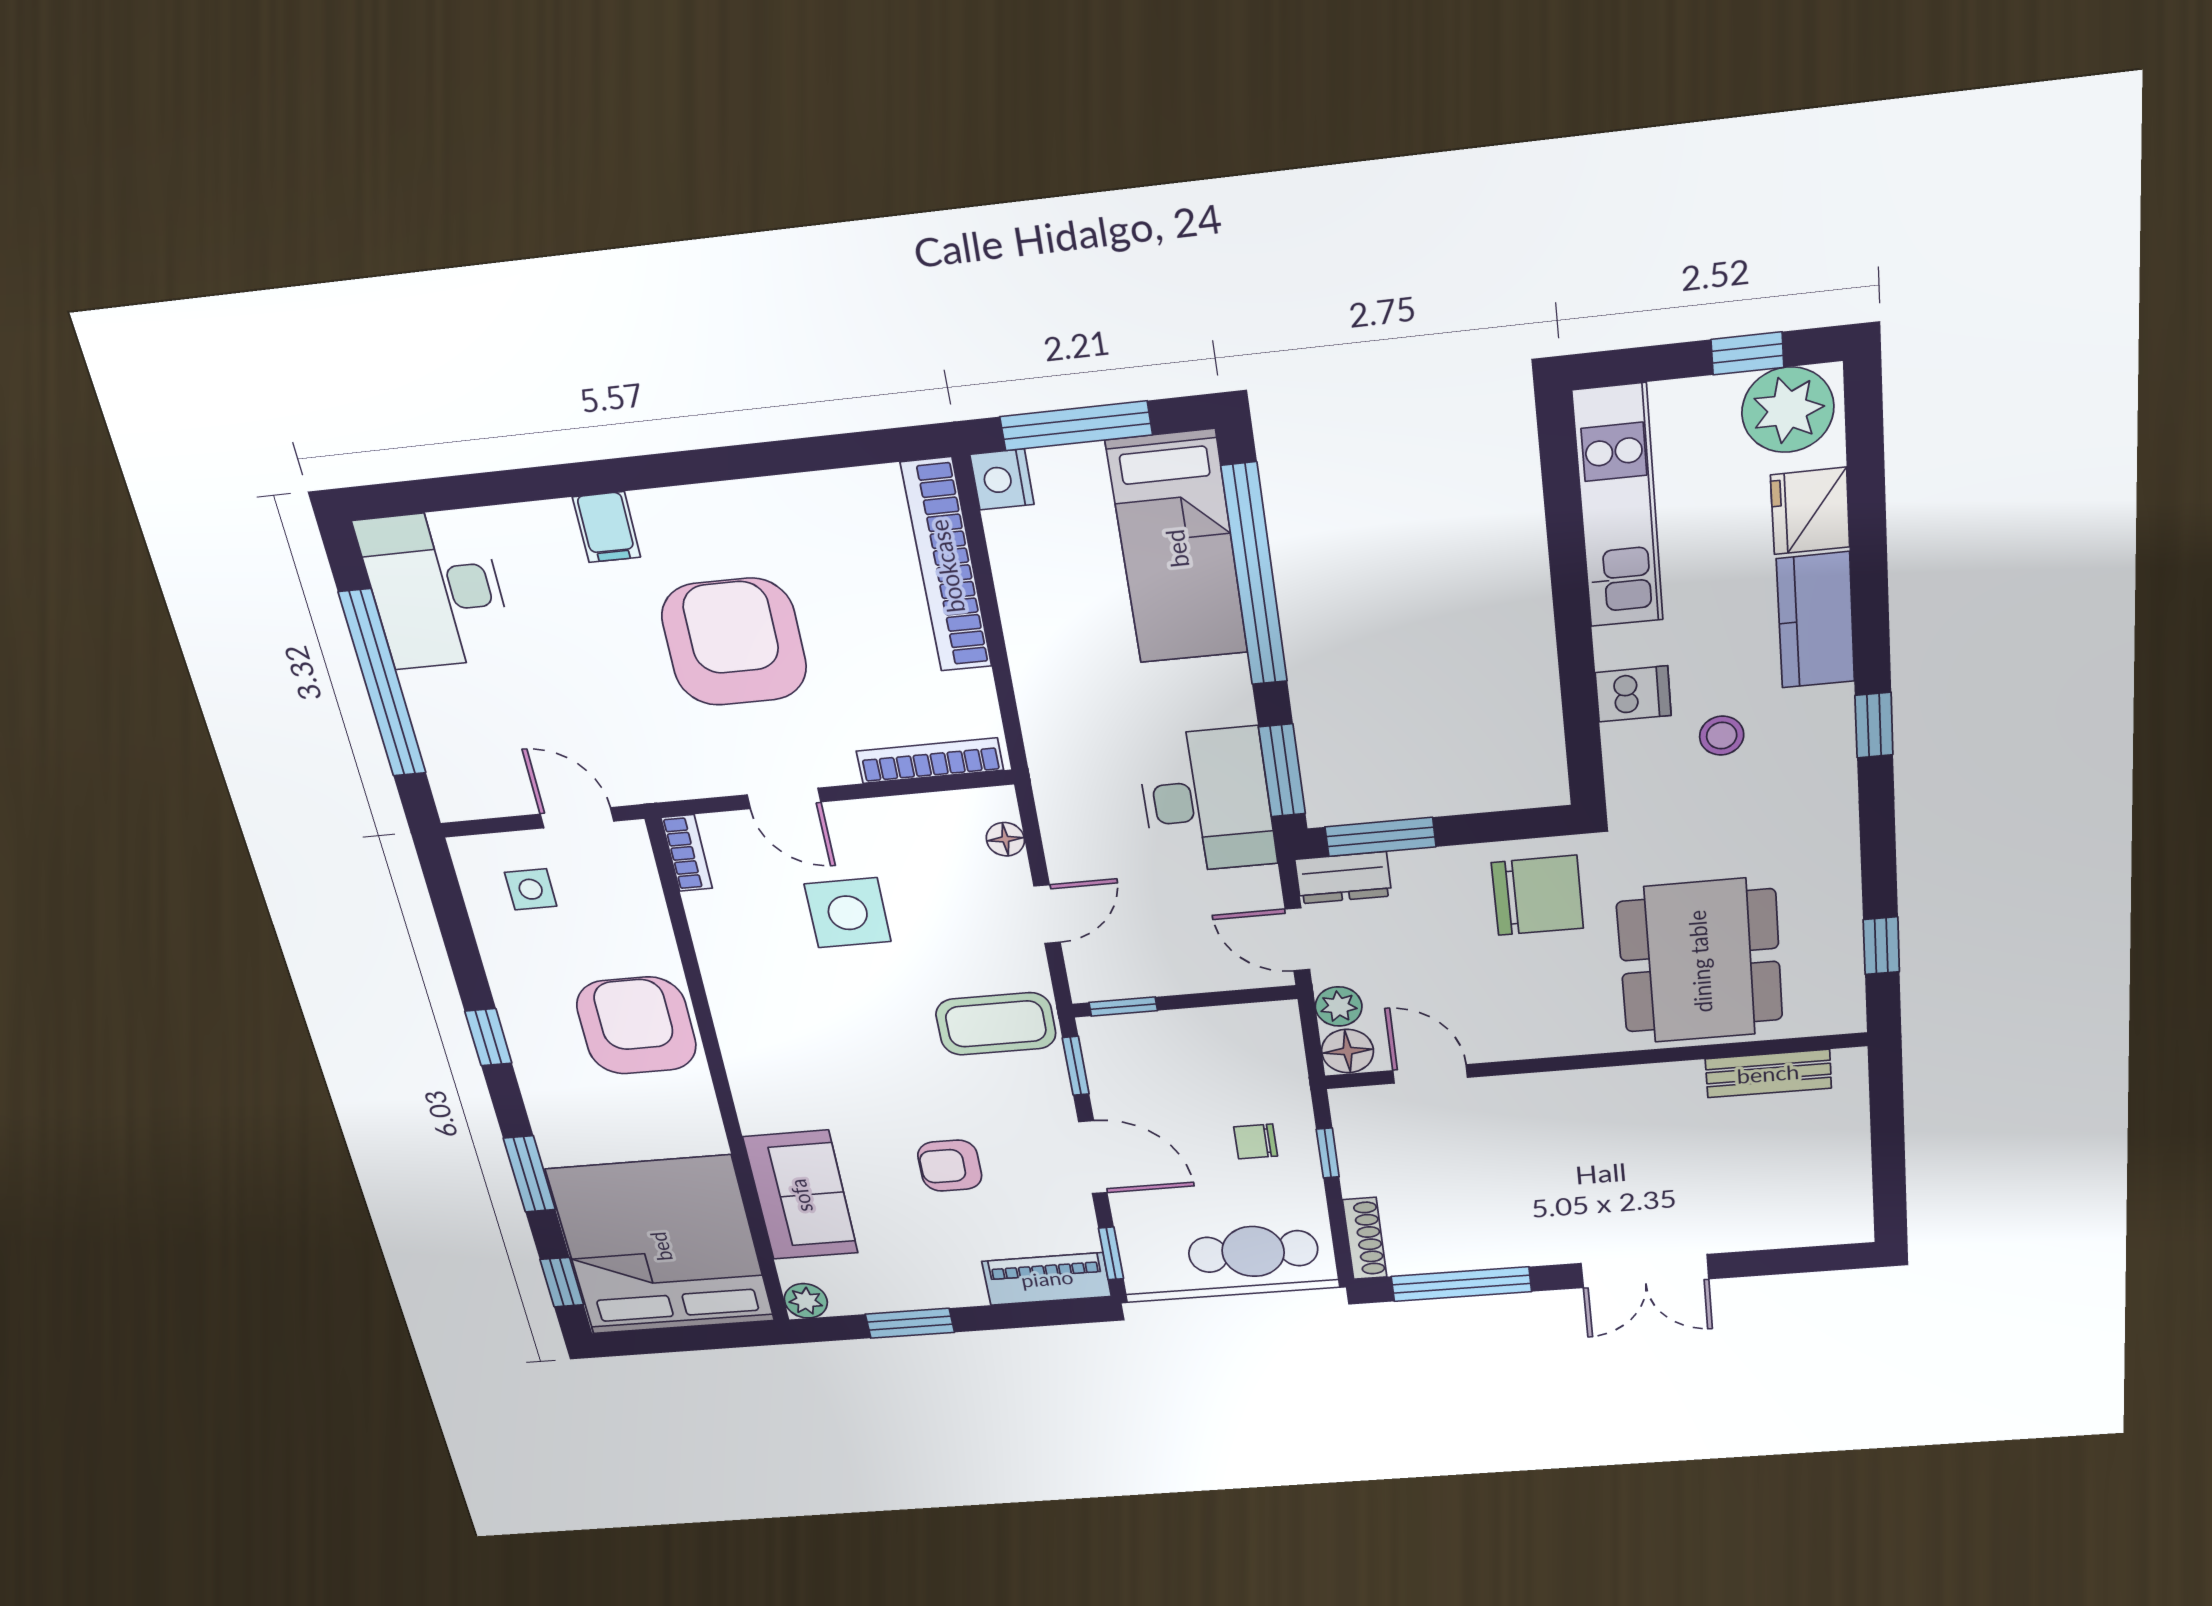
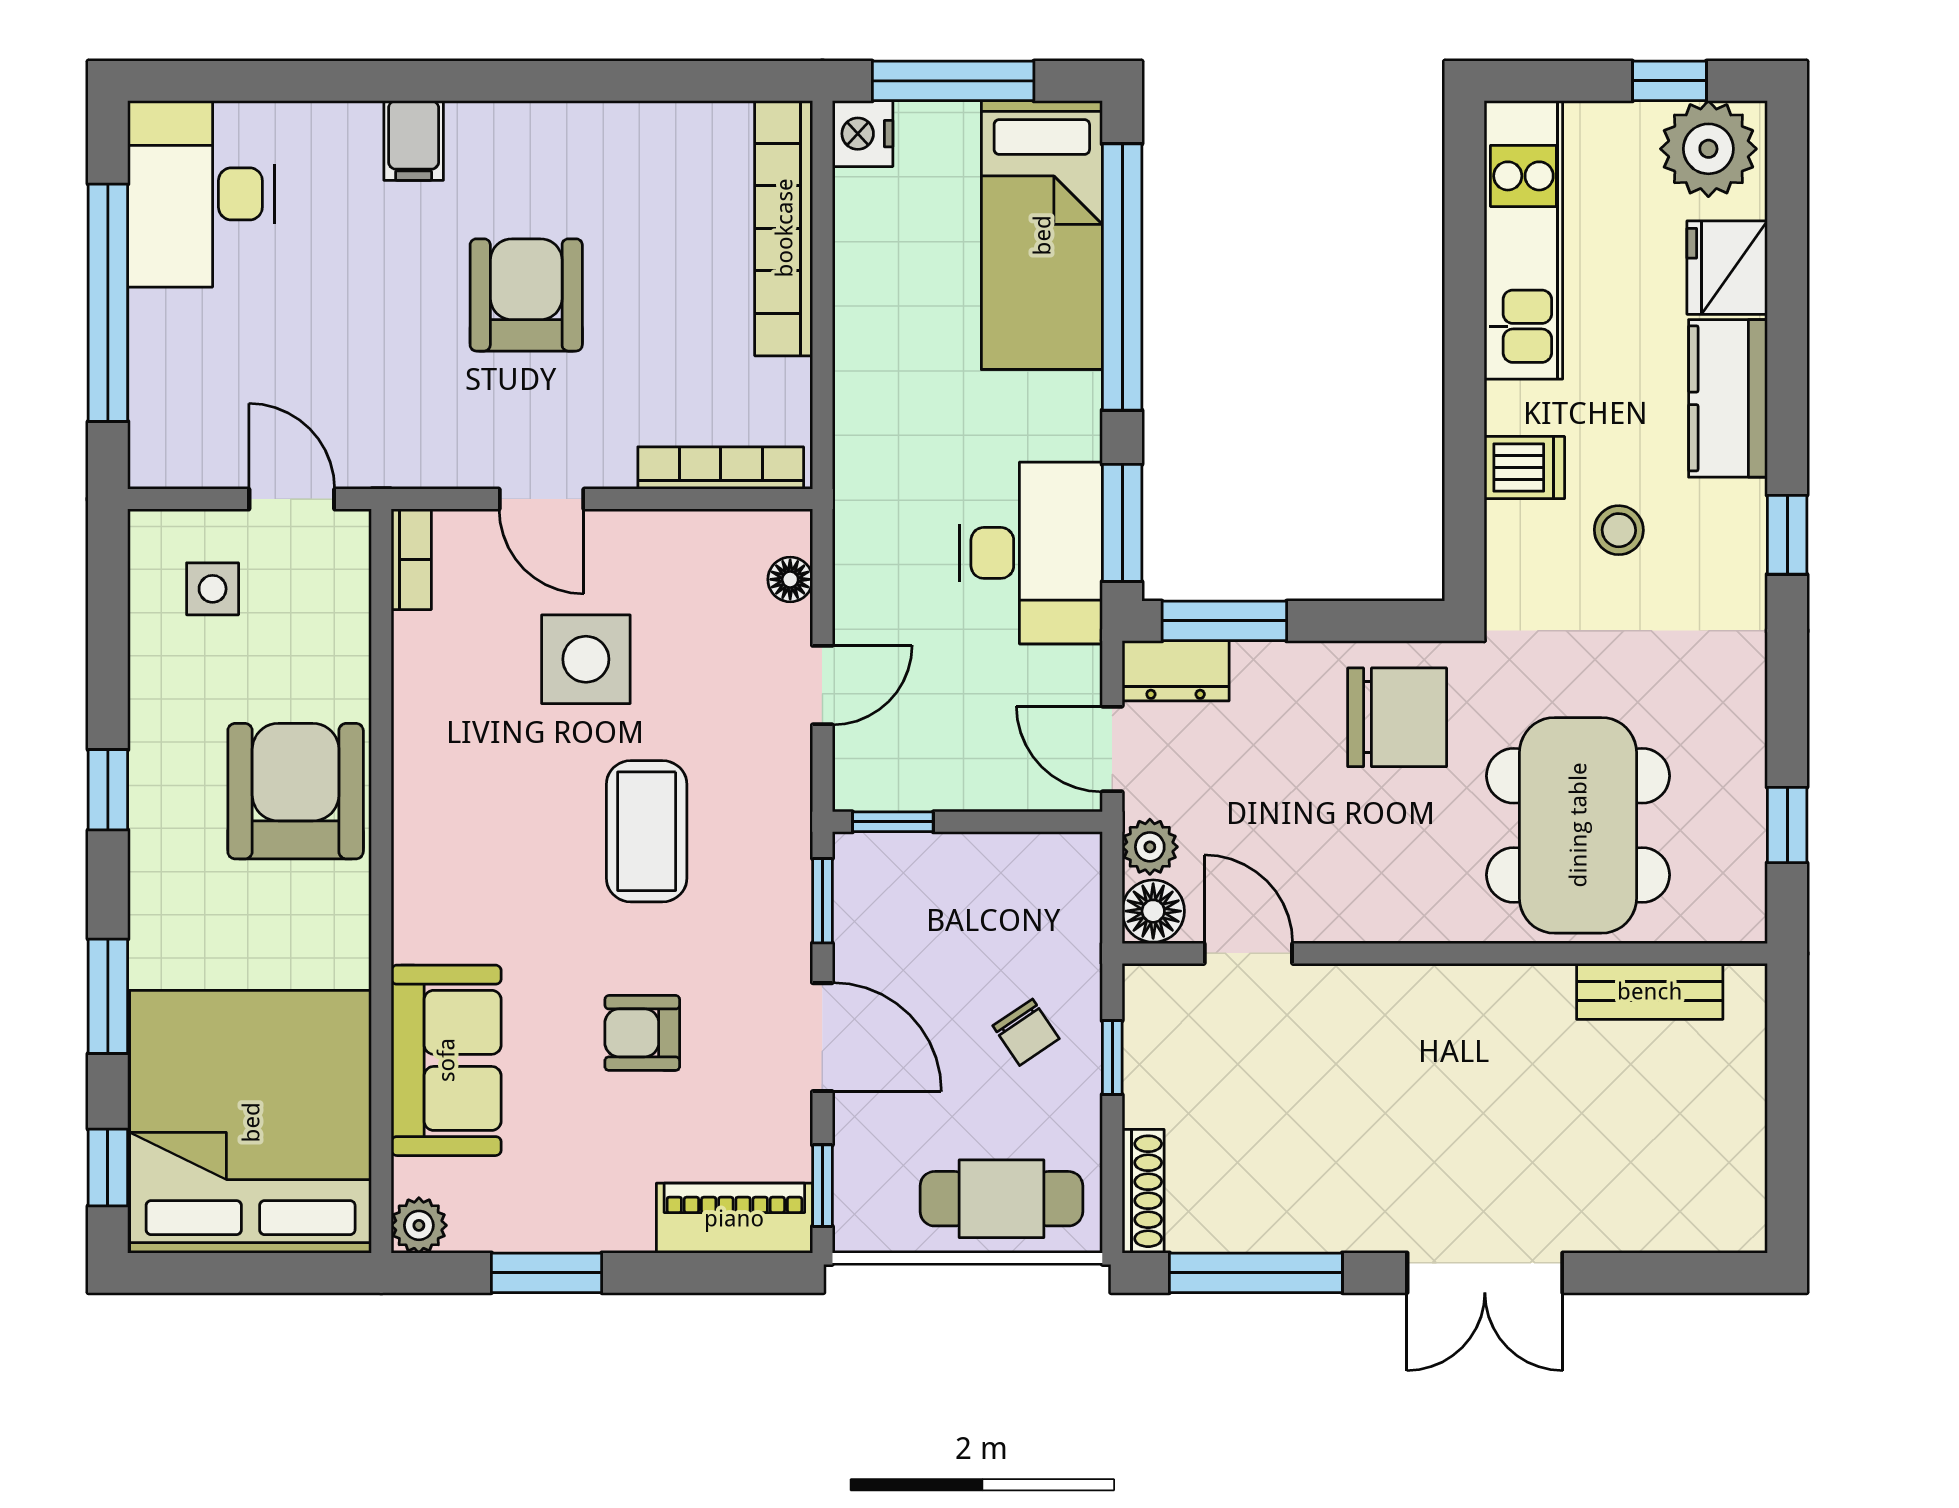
armchair: (734, 642) -> (526, 295), width x0.73, depth x0.73
coffee table: (996, 1024) -> (647, 831), moved, turned 90
chair: (1256, 1142) -> (1026, 1032), turned -124

